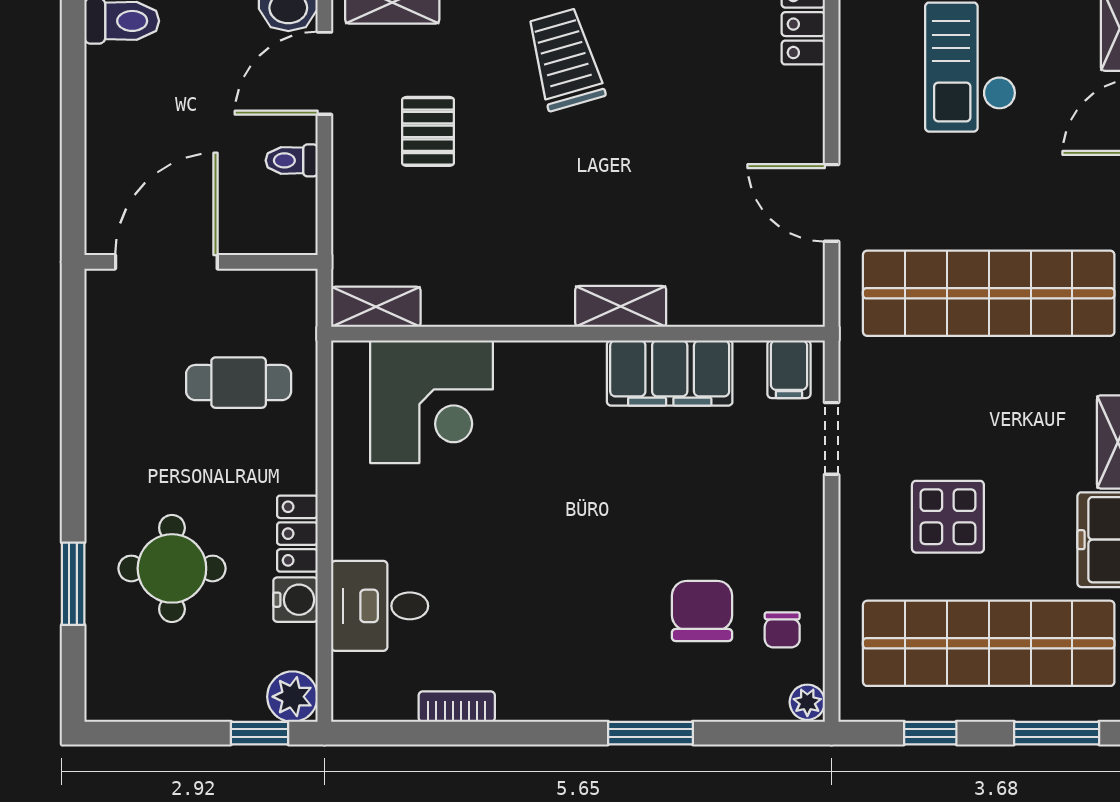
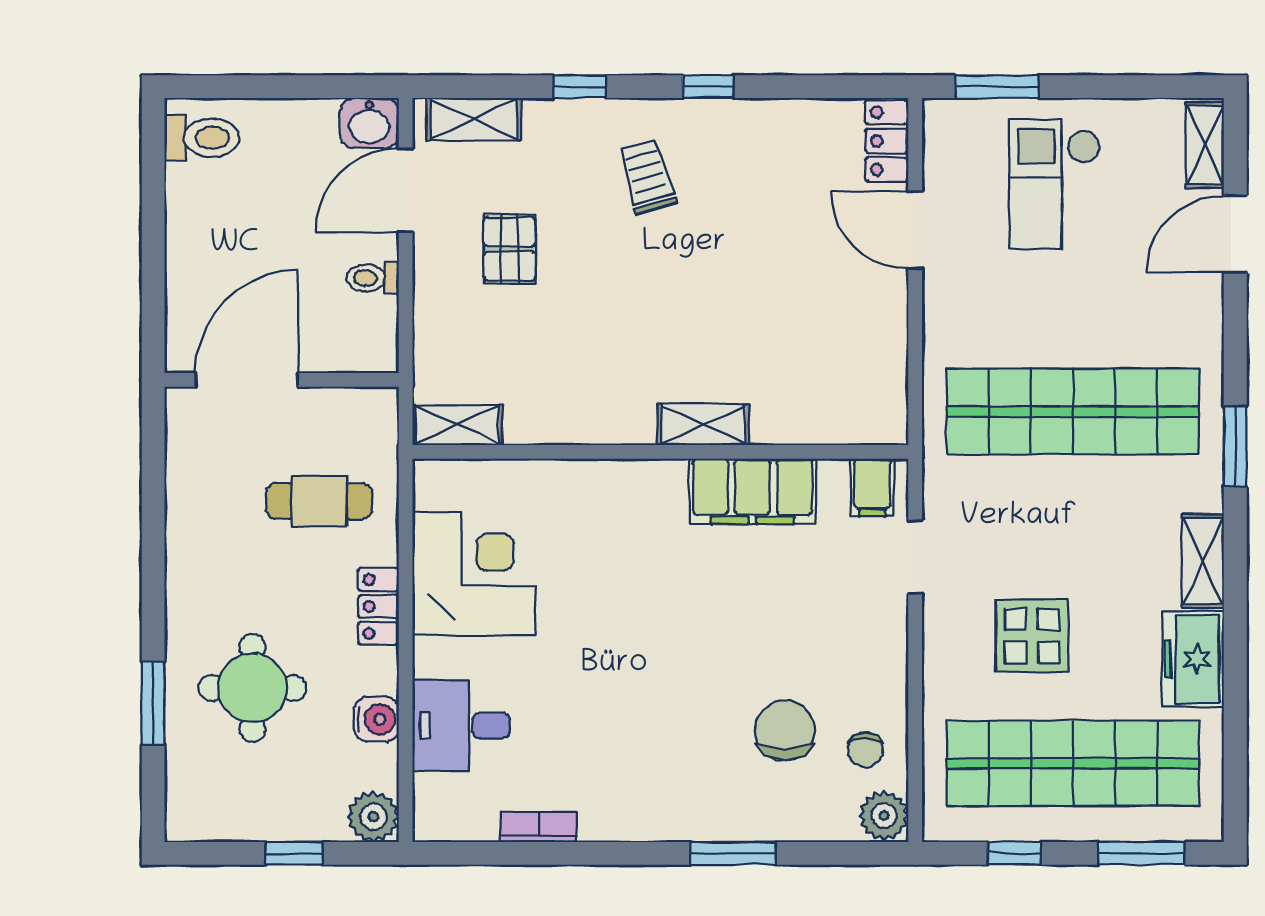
trolley: (565, 59) -> (647, 176), width x0.73, depth x0.72
door: (832, 203) -> (915, 230), moved
corner desk: (432, 402) -> (474, 573), moved, turned -90
locker: (297, 534) -> (378, 606), moved
plant: (807, 702) -> (884, 816), width x1.38, depth x1.38
window: (260, 733) -> (294, 853), moved

